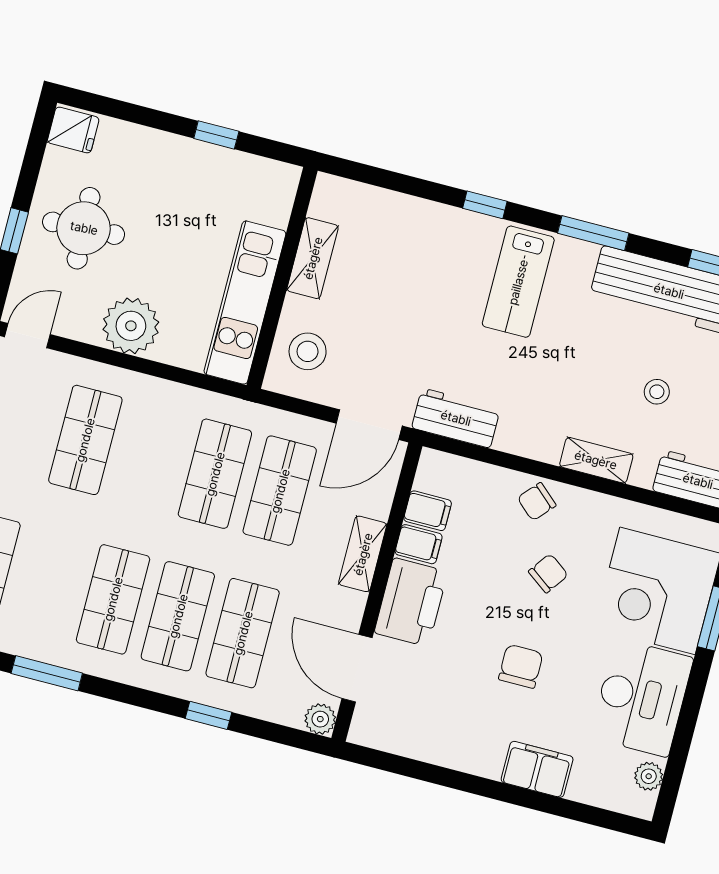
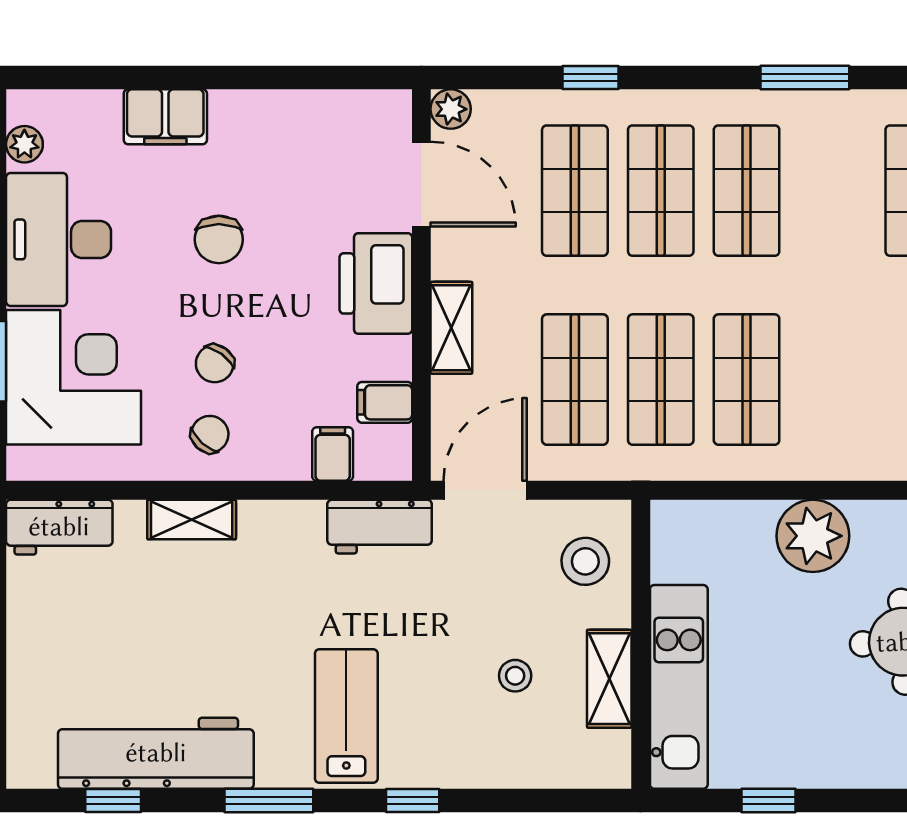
kitchen unit: (245, 303) -> (679, 687), moved
stool: (657, 392) -> (515, 676), moved
shop shelf: (85, 440) -> (747, 380), moved
chair: (537, 502) -> (210, 434), moved
filing cabinet: (419, 544) -> (333, 454), moved, turned 90

